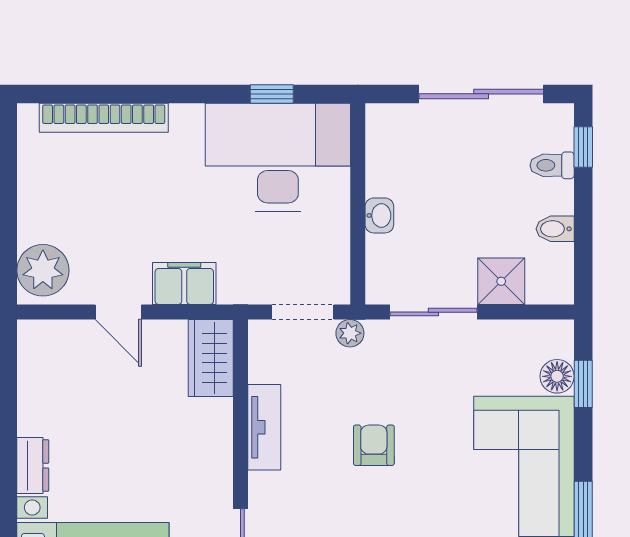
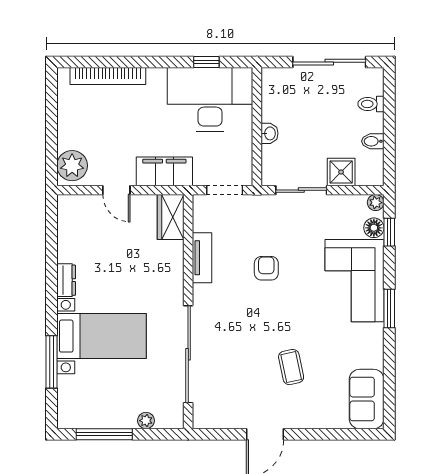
window: (583, 147) -> (389, 93), removed
filing cabinet: (184, 284) -> (164, 171), width x1.50, depth x1.17
plant: (350, 333) -> (376, 203), moved

